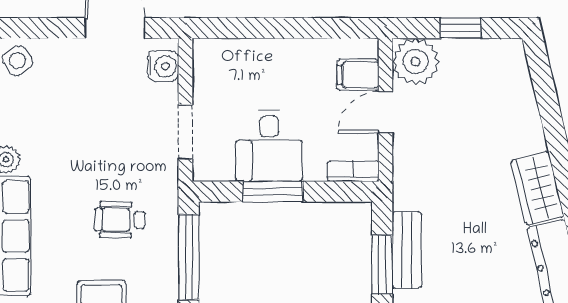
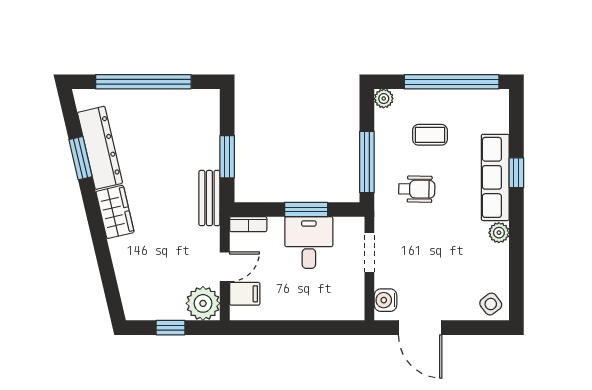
bench: (407, 250) -> (209, 198), moved

